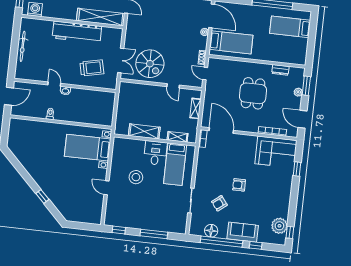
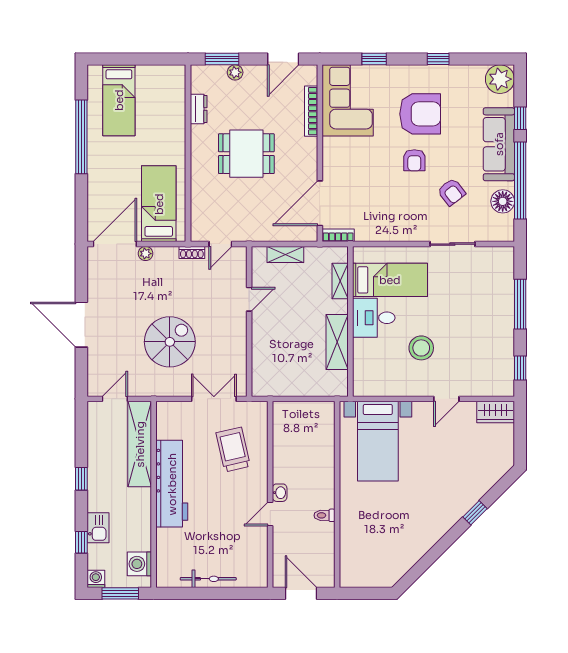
spiral stairs: (150, 64) -> (170, 342), moved
armchair: (264, 191) -> (420, 114), added
wardrobe: (96, 214) -> (496, 412), added
plant: (279, 226) -> (500, 79), moved
sofa: (243, 232) -> (499, 144), width x1.36
window: (290, 232) -> (438, 59), moved

